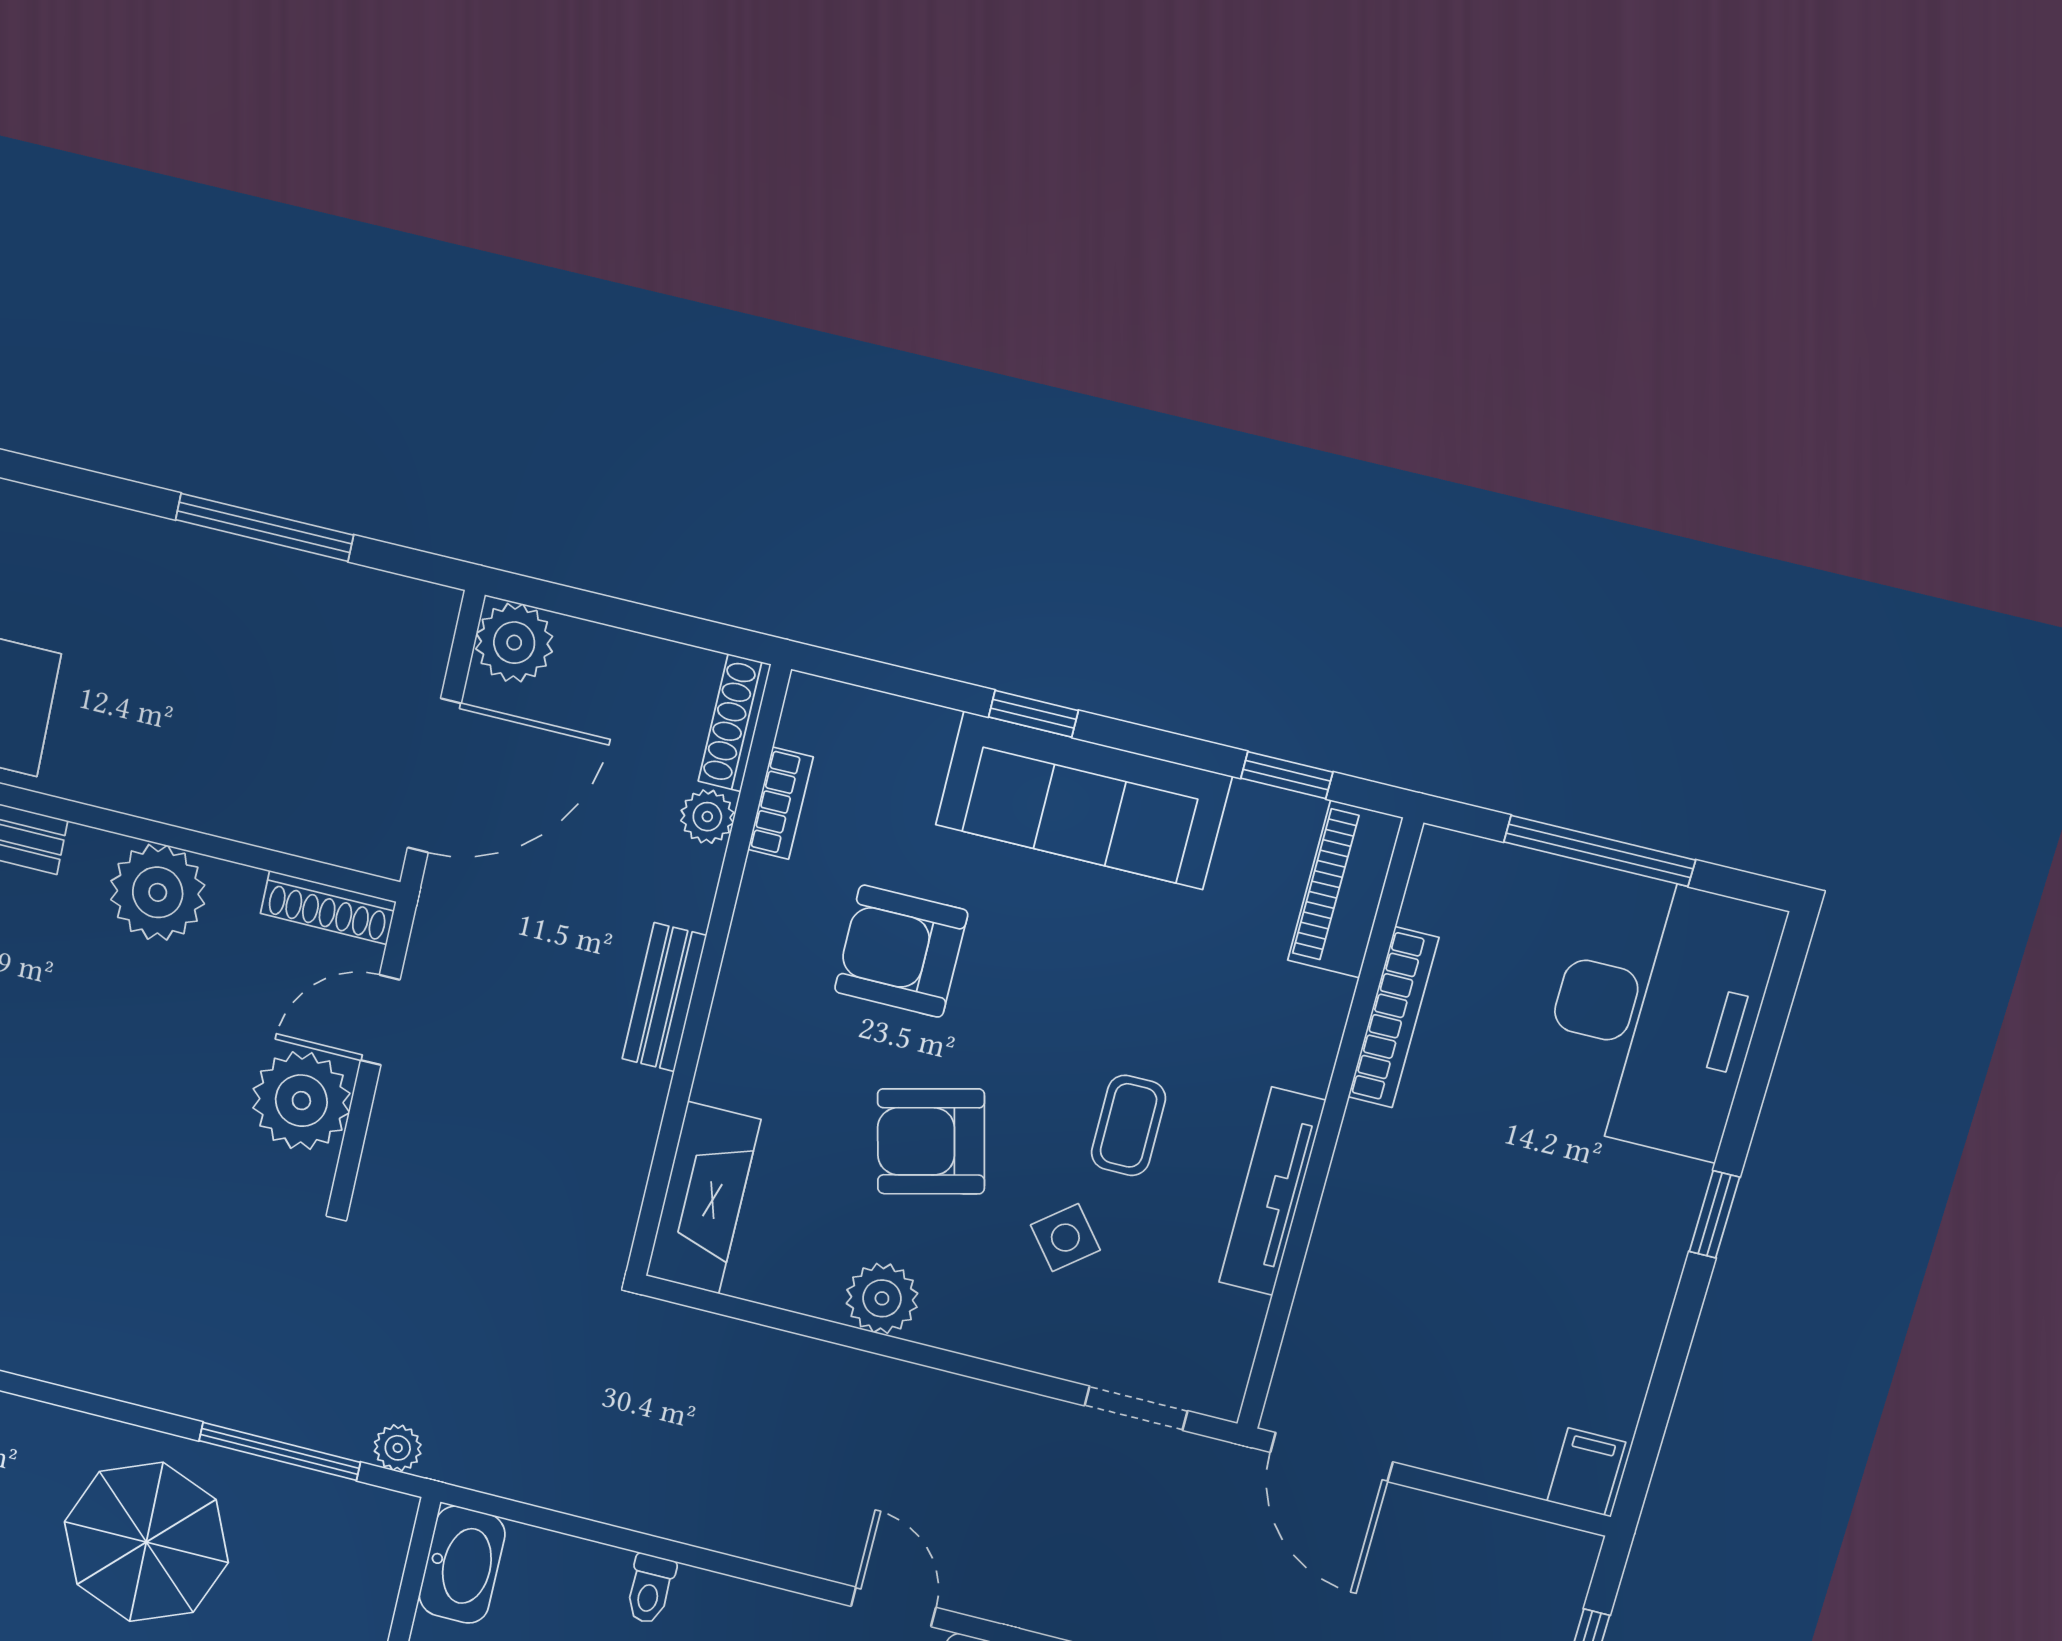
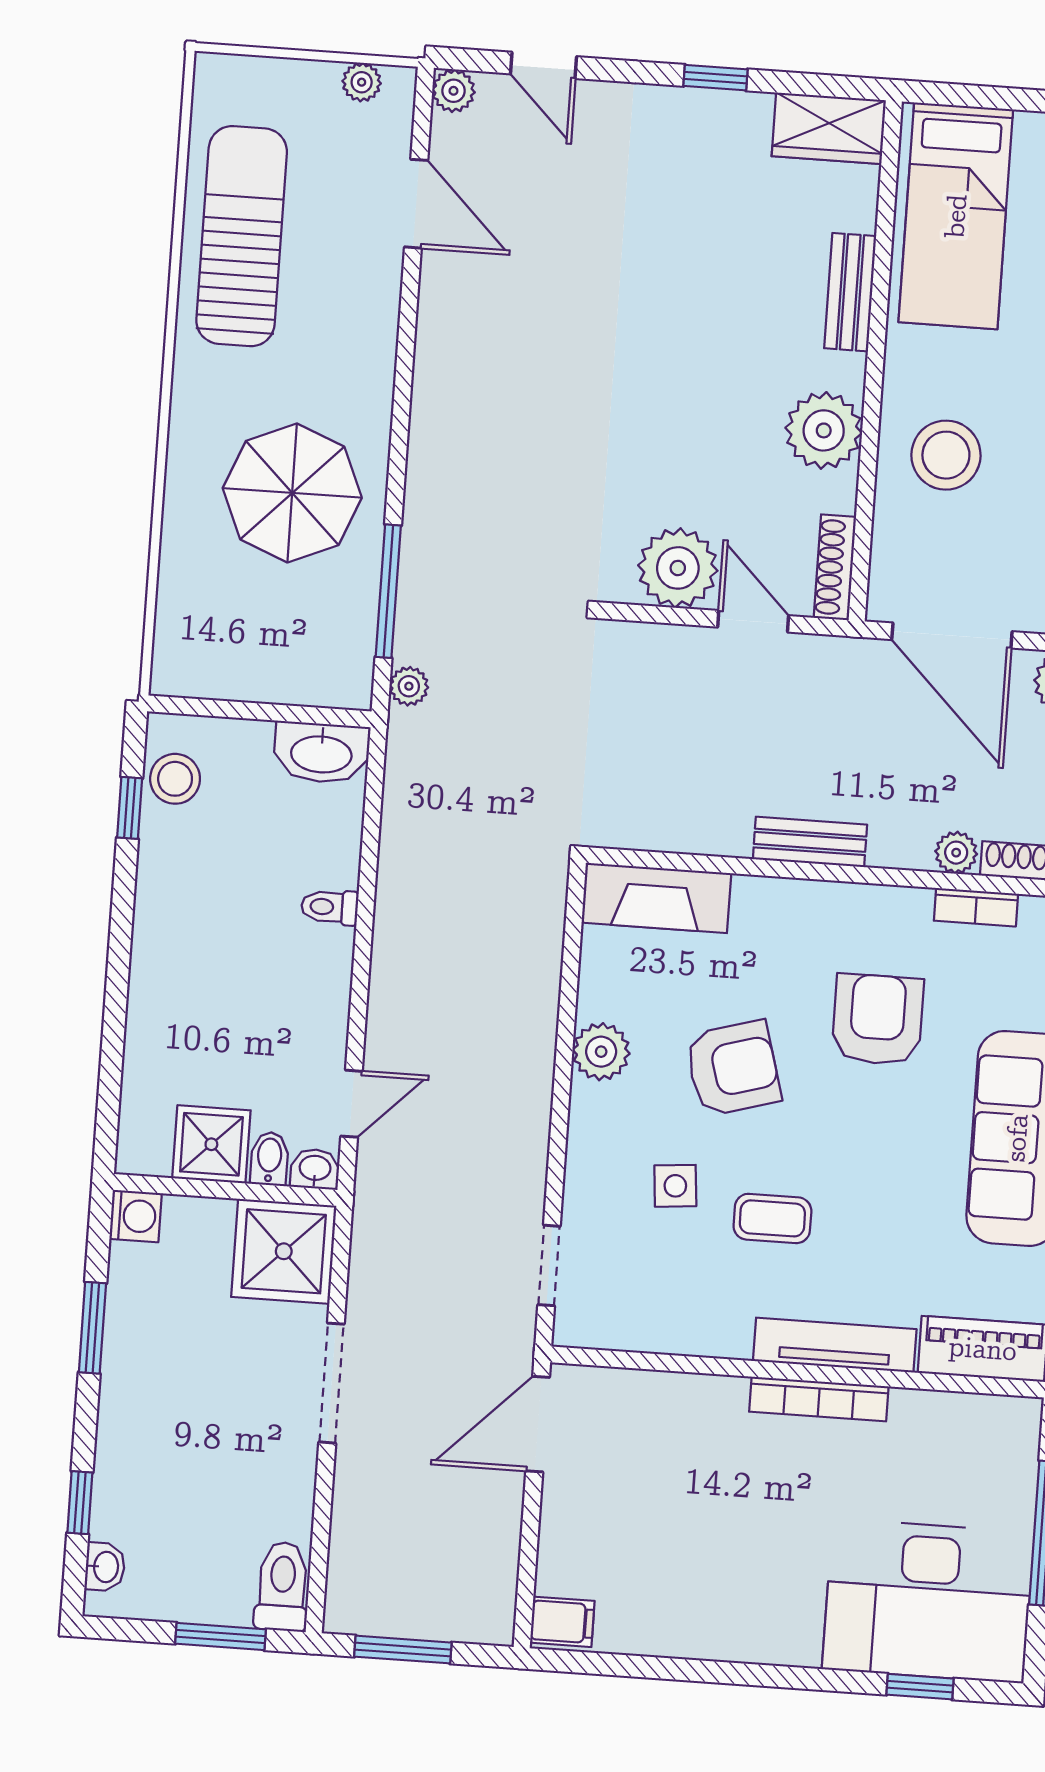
stool: (209, 745) -> (946, 455), added
bookcase: (1393, 1017) -> (819, 1399), moved
armchair: (931, 1141) -> (733, 1068), turned 88
tv unit: (1272, 1192) -> (835, 1345), moved
window: (1714, 1214) -> (920, 1687), moved
side table: (1065, 1238) -> (675, 1186), turned 34

